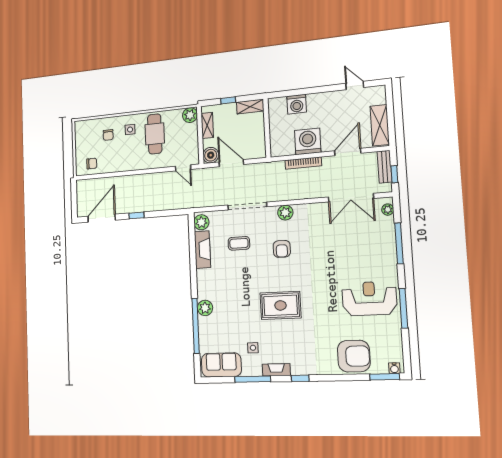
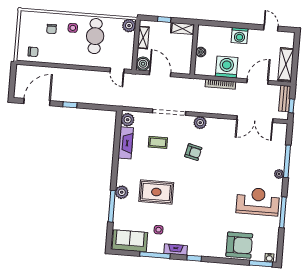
washing machine: (297, 104) -> (240, 36), moved
boiler: (275, 130) -> (201, 52), added
plant: (388, 210) -> (279, 174), moved
armchair: (282, 249) -> (193, 152), turned -77
rug: (280, 305) -> (156, 192), moved
window: (196, 326) -> (112, 206), width x0.68

